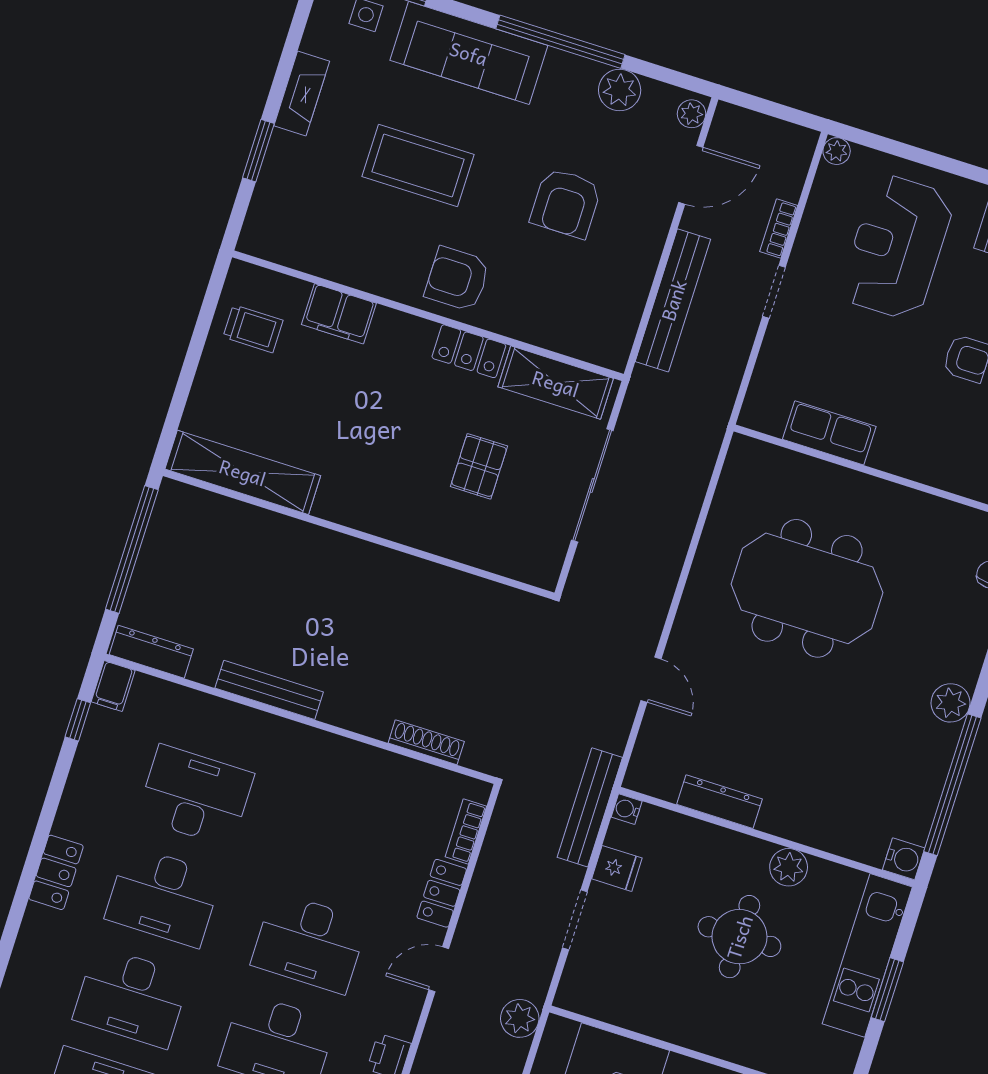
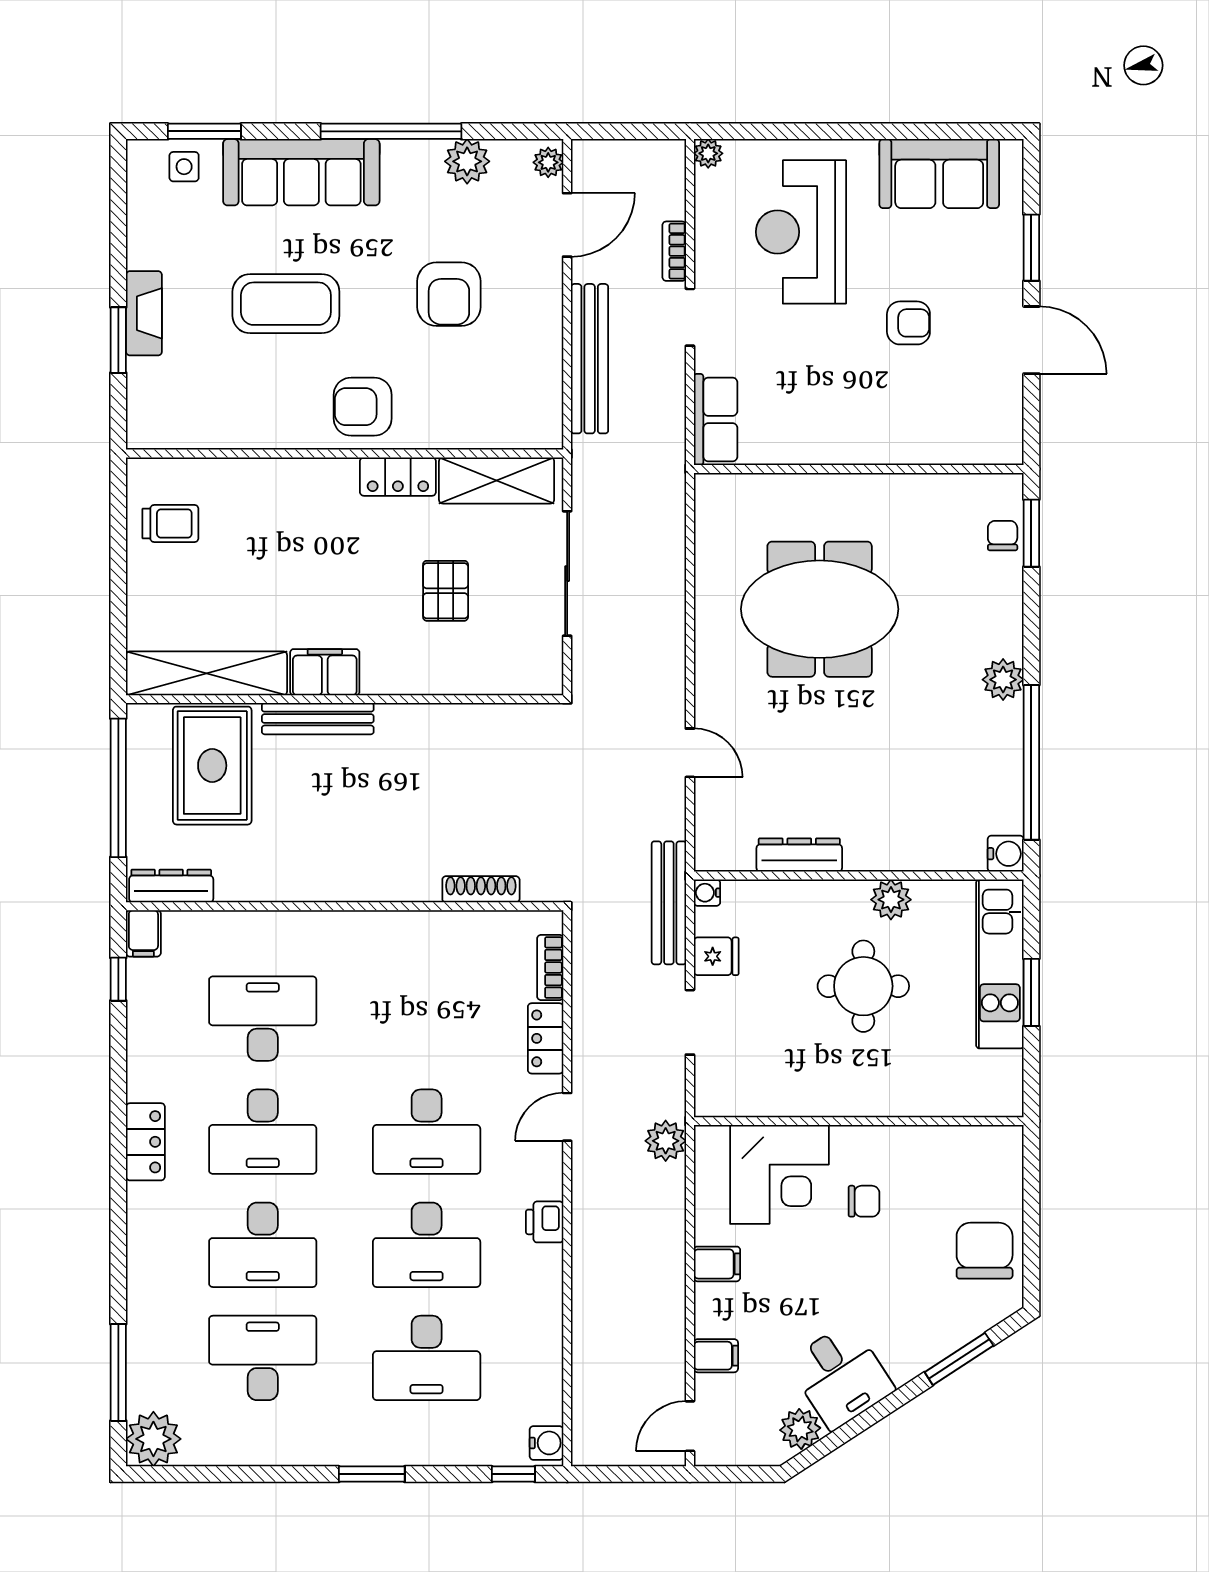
fireplace: (302, 94) -> (144, 313), moved
filing cabinet: (339, 314) -> (325, 672), moved, turned 180
row of seats: (829, 433) -> (716, 419), moved, turned 90
rug: (222, 556) -> (212, 766), added
bench: (269, 690) -> (318, 719), moved

